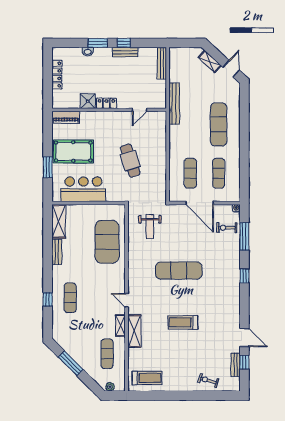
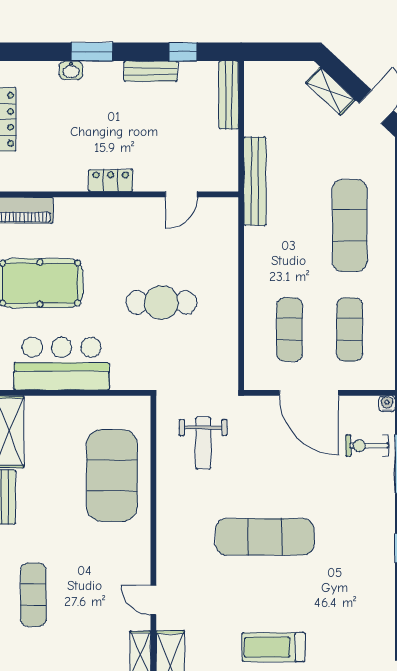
window: (124, 43) -> (183, 52), moved
shower: (88, 101) -> (71, 176), removed
cafe table: (130, 161) -> (161, 302), turned -72

